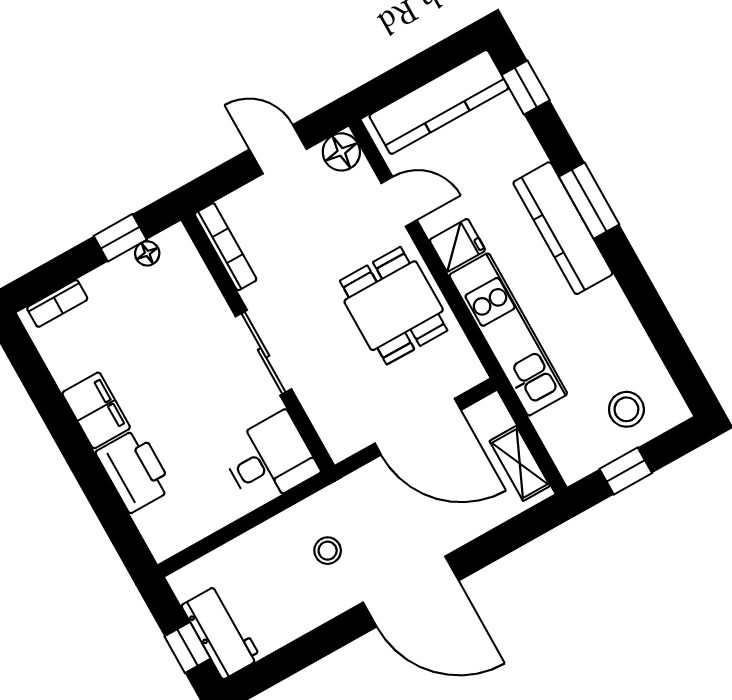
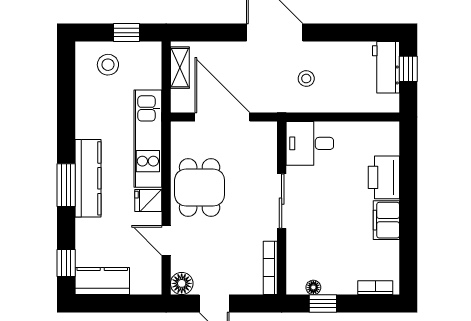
kitchen counter: (439, 102) -> (102, 281), width x0.67

